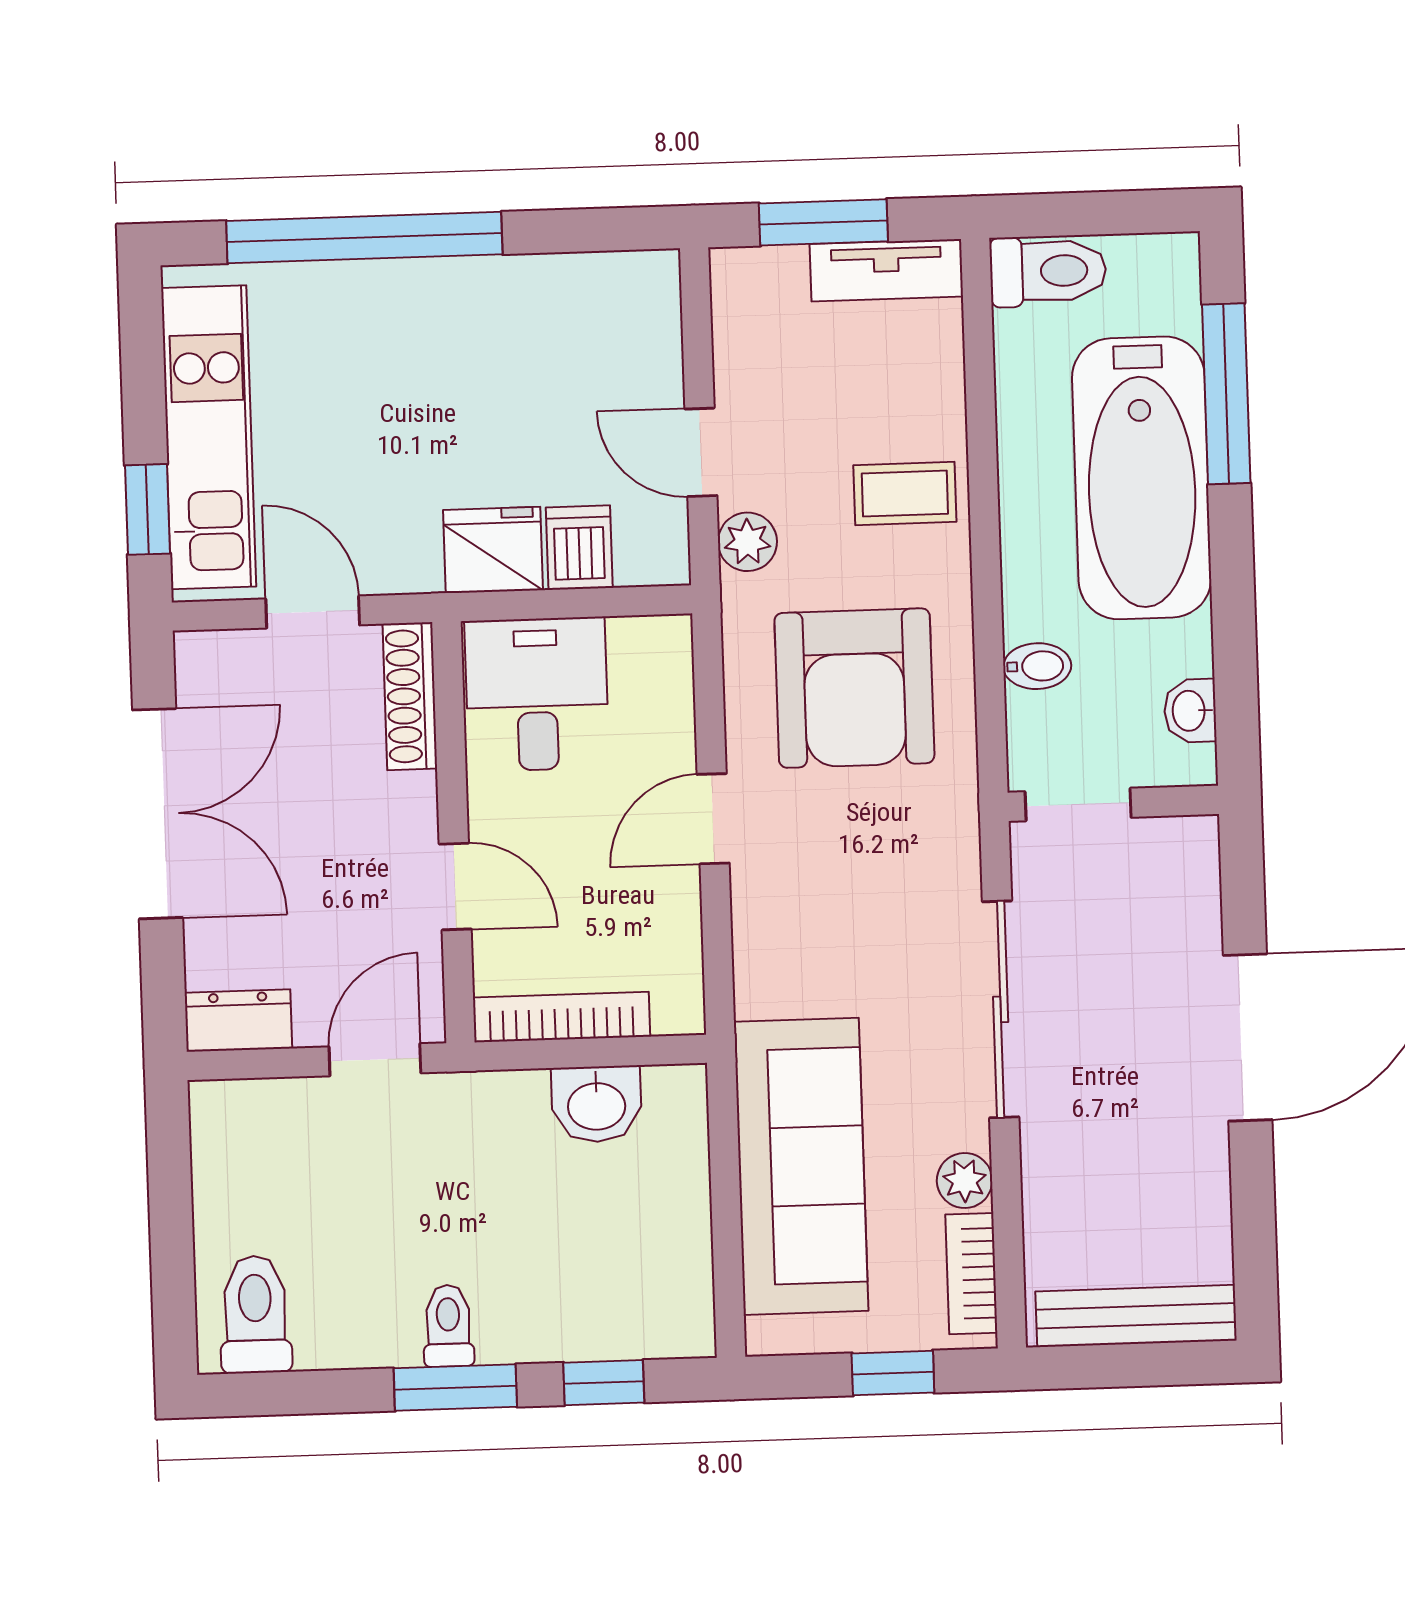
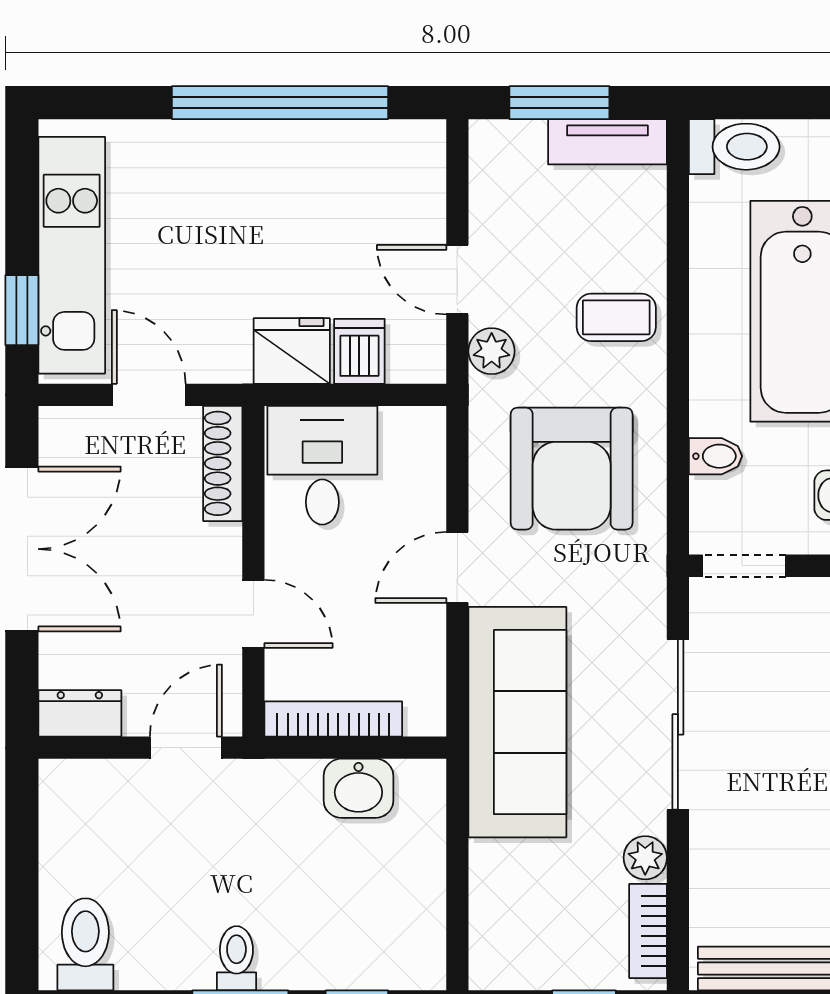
window: (364, 238) -> (280, 103), moved
sofa: (801, 1166) -> (517, 722), moved

